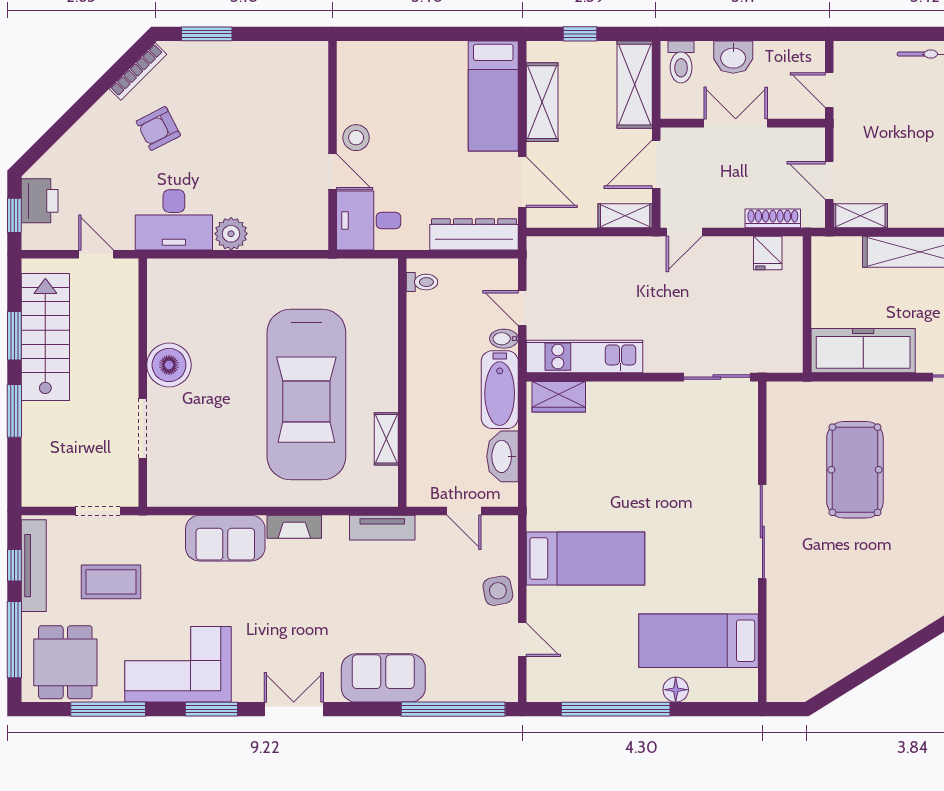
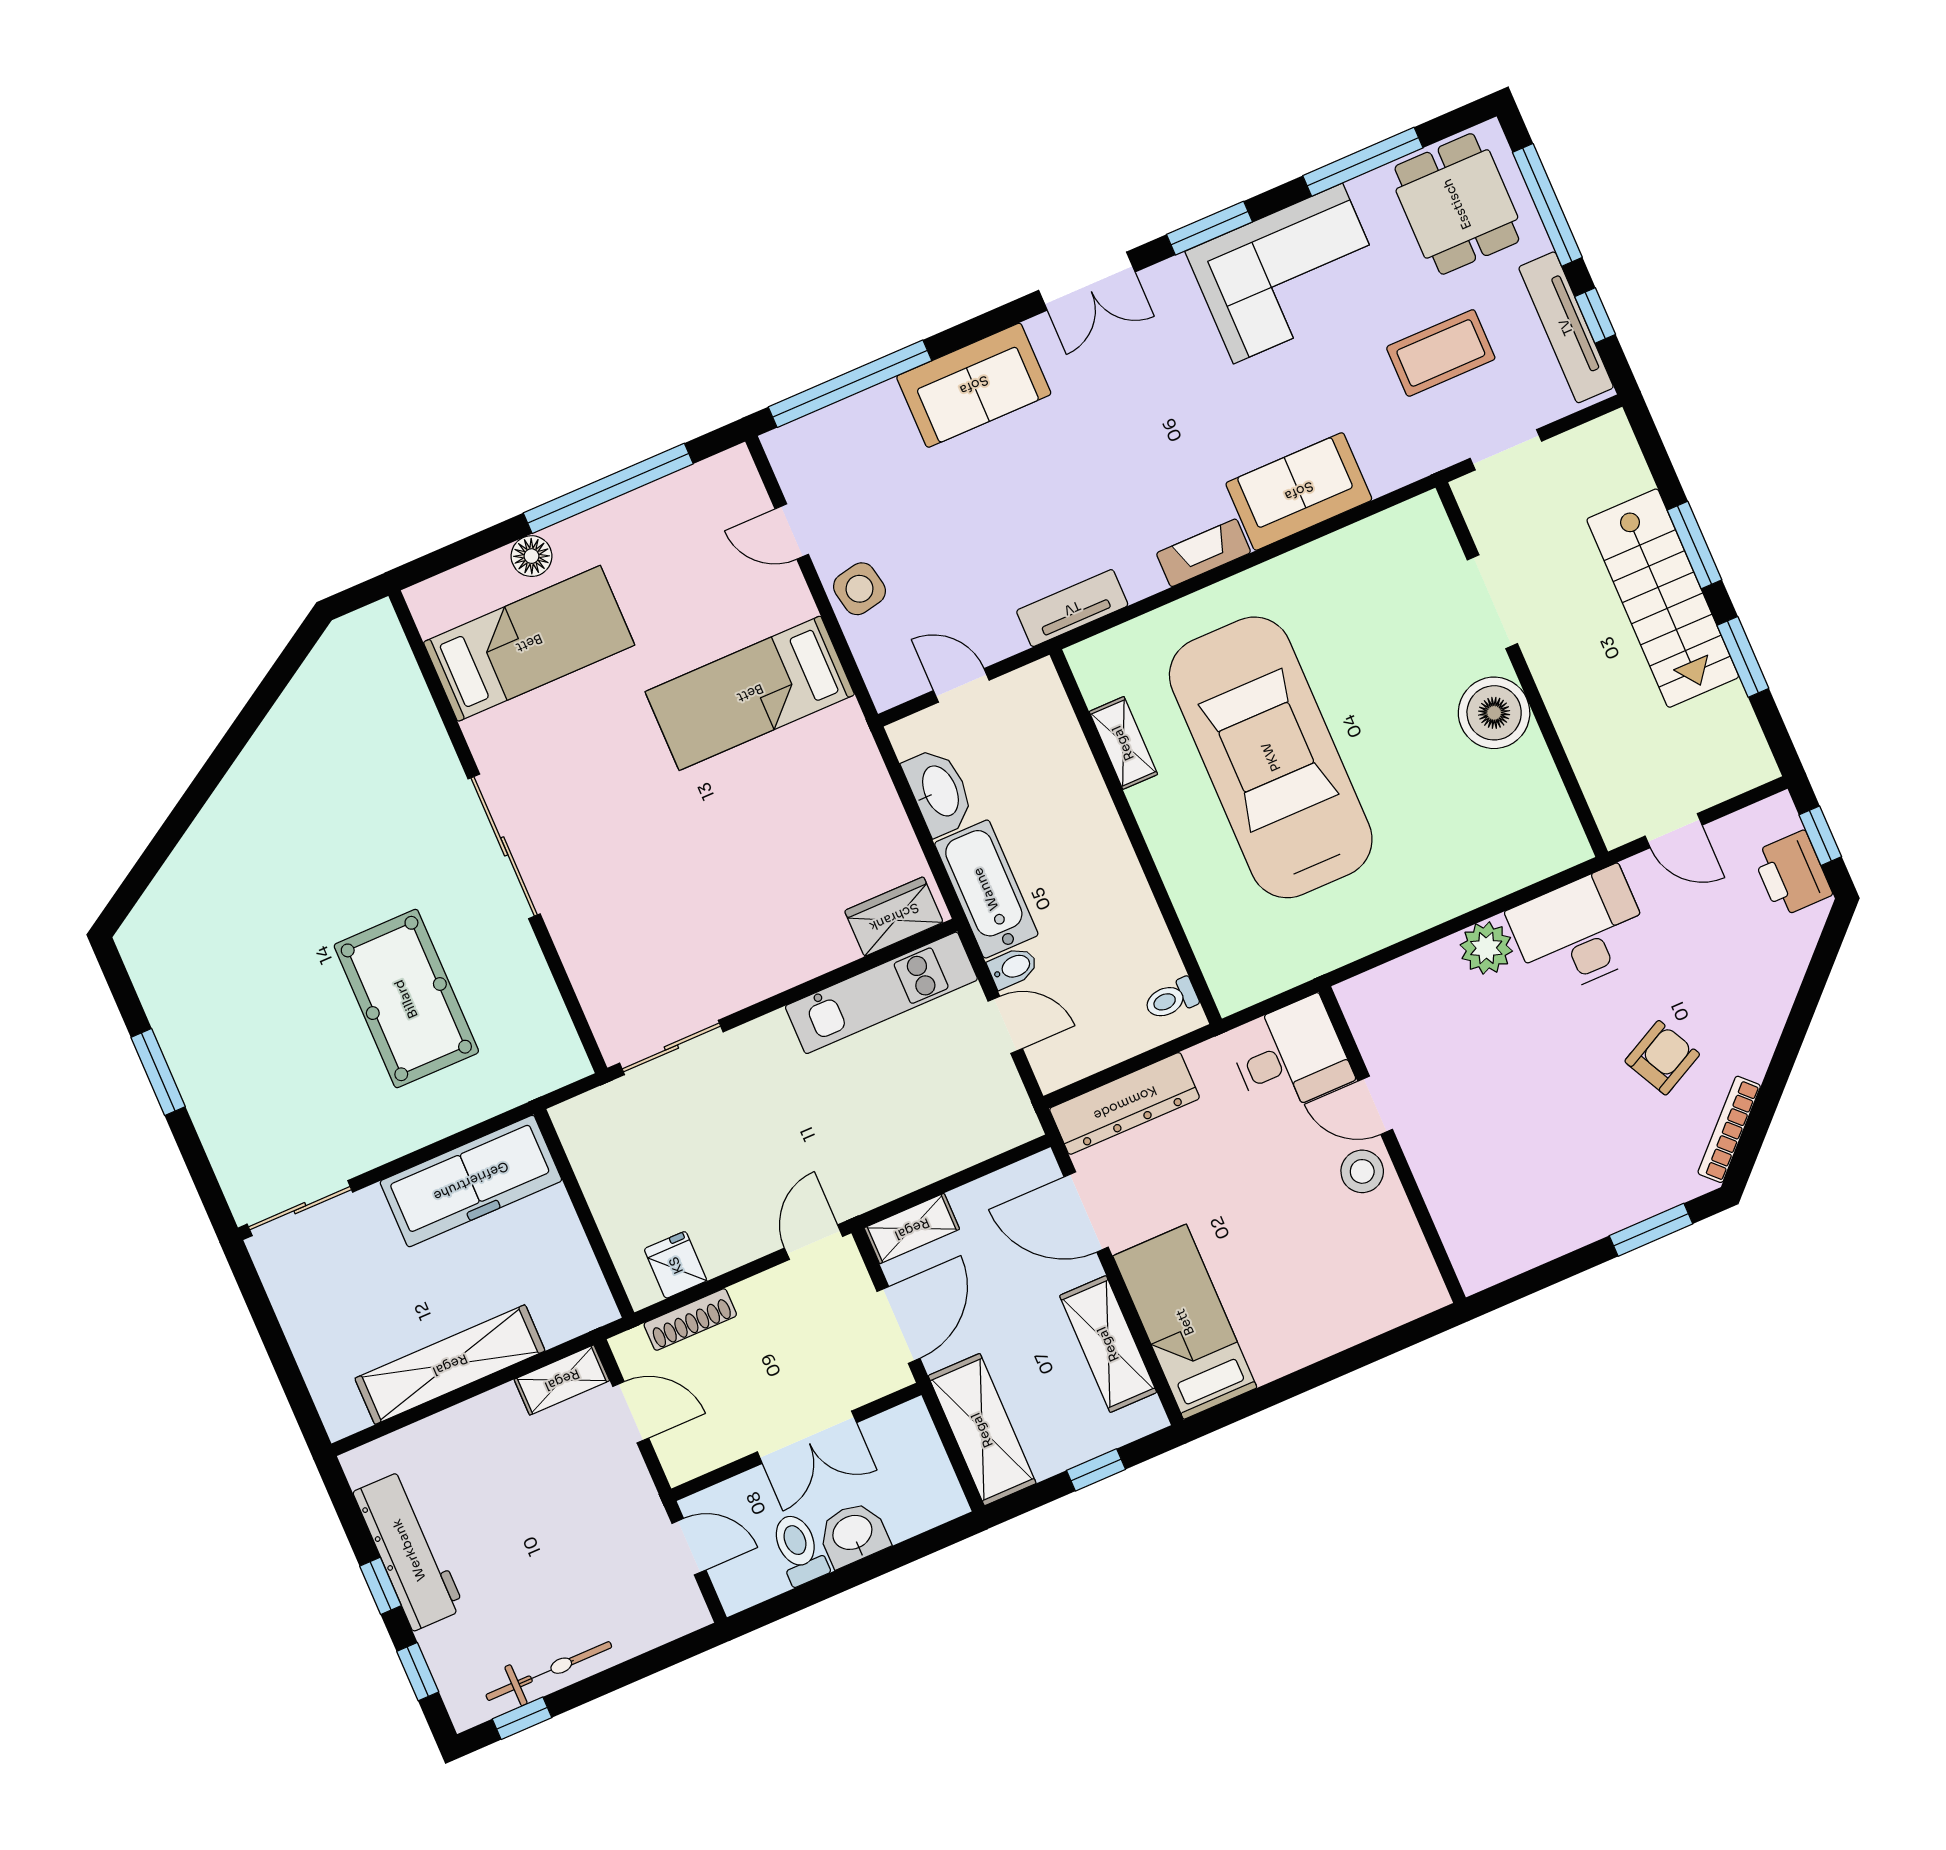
toilet: (681, 62) -> (799, 1549), moved
stairs: (45, 337) -> (1663, 598), moved

